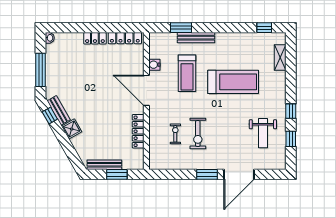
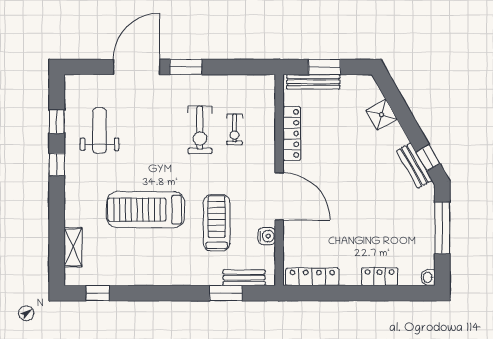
locker: (95, 38) -> (380, 277), moved
bench: (196, 38) -> (244, 278), moved, width x0.73
shower: (72, 129) -> (381, 115), moved
exercise bike: (198, 134) -> (200, 130), turned 180
bench: (104, 165) -> (313, 82), moved

